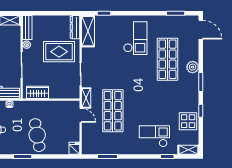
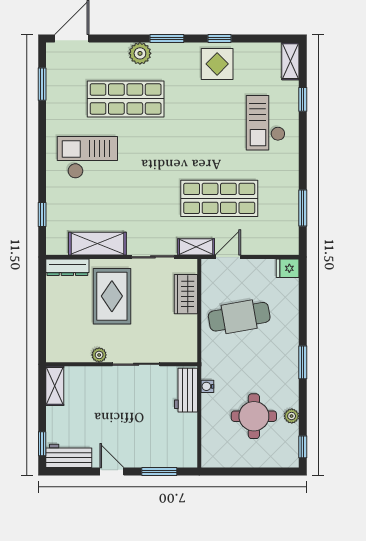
bench: (27, 28) -> (68, 354), removed
shelving: (88, 31) -> (97, 244), moved
wardrobe: (38, 92) -> (186, 294), moved
display table: (188, 121) -> (217, 64), moved
cafe table: (37, 135) -> (239, 317), moved

